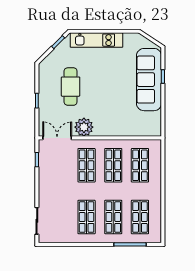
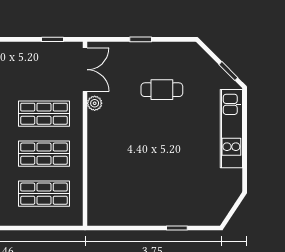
sofa: (149, 80) -> (172, 207), removed
cafe table: (71, 87) -> (162, 90), width x0.73, depth x0.74
plant: (84, 127) -> (95, 103), width x0.53, depth x0.53

